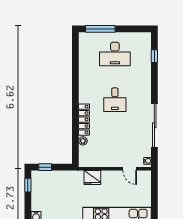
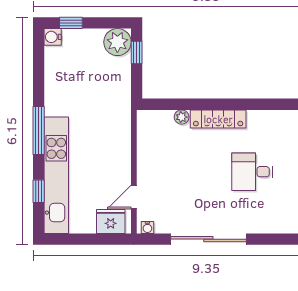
plant: (39, 178) -> (117, 42), added
fridge: (92, 178) -> (111, 221), moved, turned 90
window: (28, 185) -> (71, 23), moved

